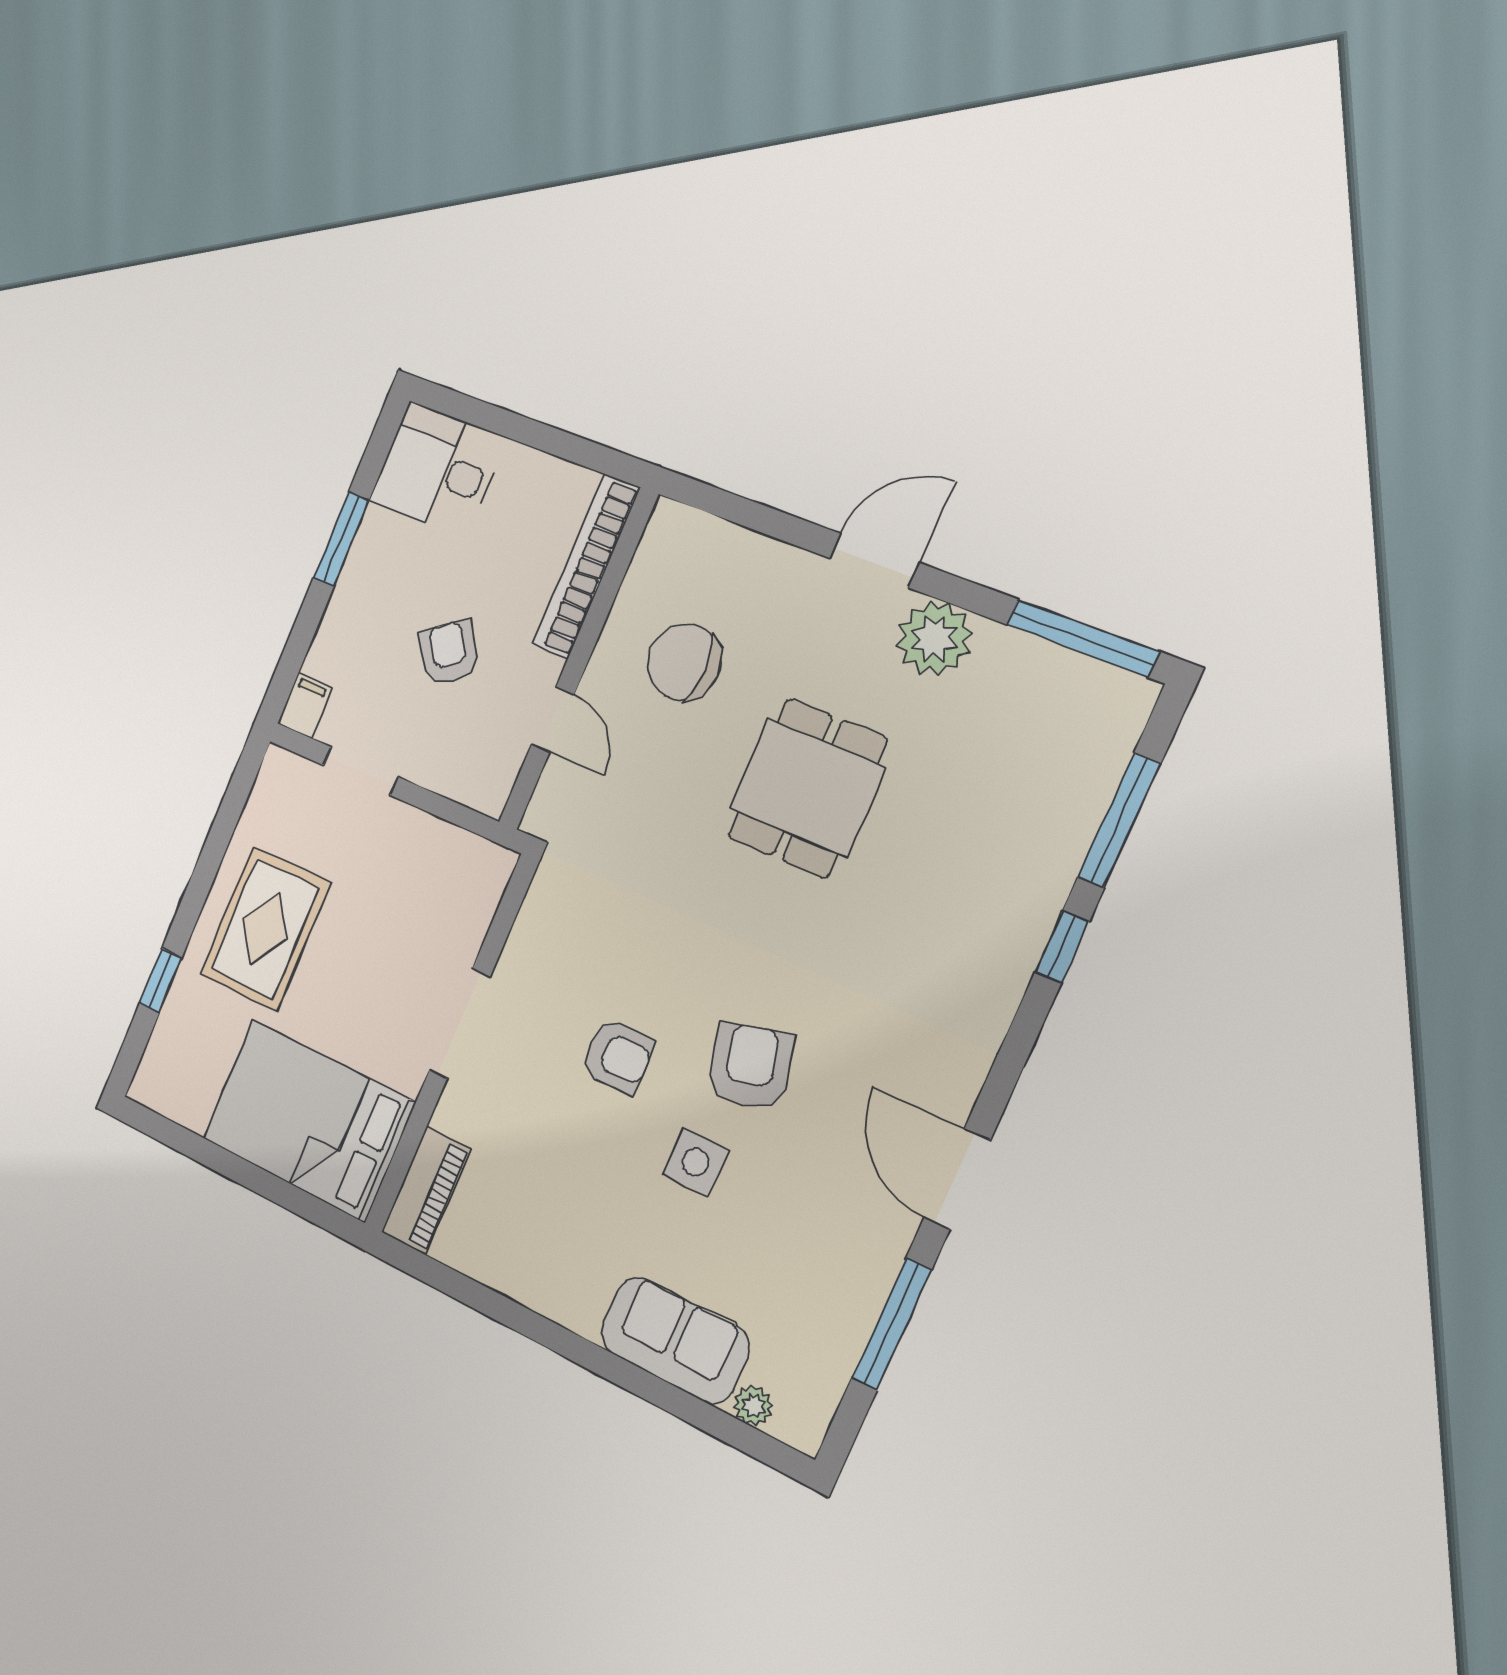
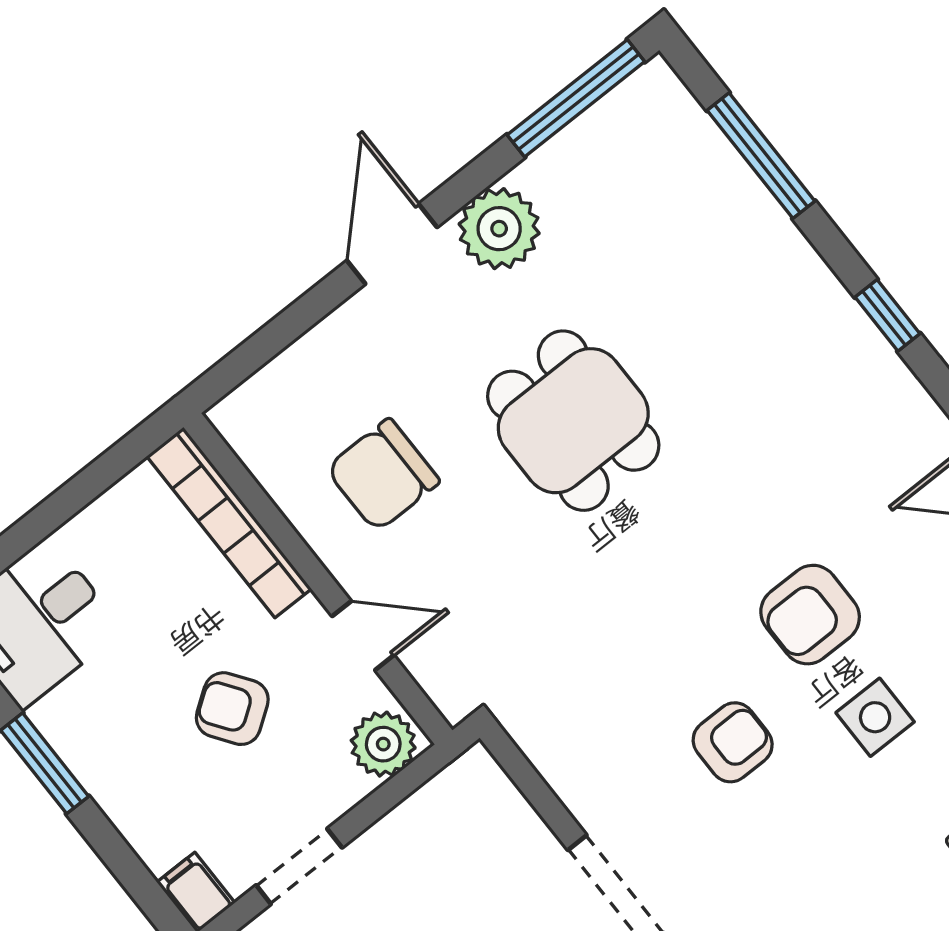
plant: (480, 782) -> (383, 744), added
window: (1062, 947) -> (888, 315), moved
armchair: (751, 1066) -> (810, 615), turned -76

